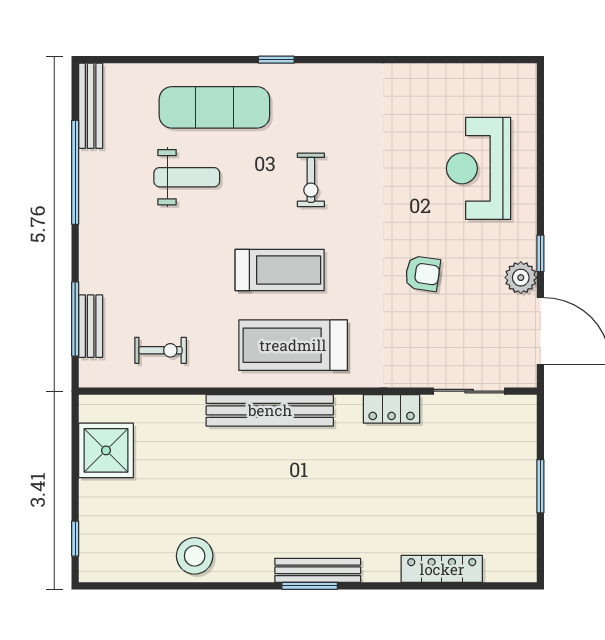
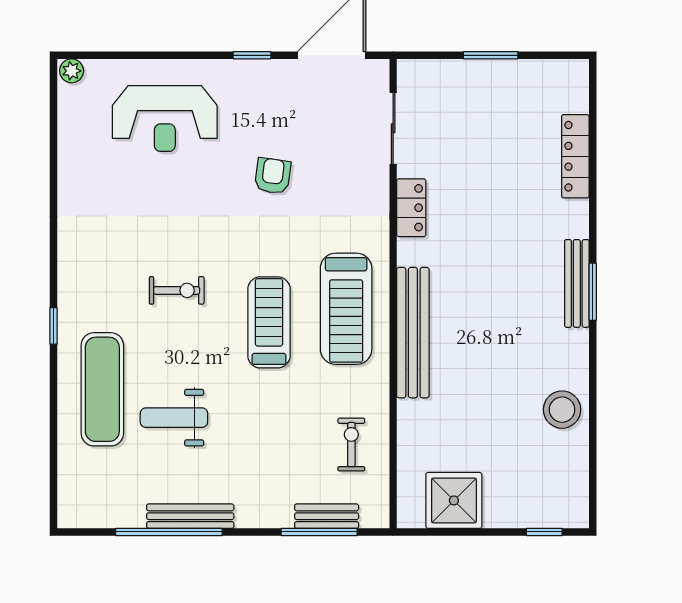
bench: (91, 106) -> (190, 516), moved
weight bench: (187, 177) -> (174, 418), turned -90
plant: (521, 278) -> (72, 71), moved, width x0.73, depth x0.73

